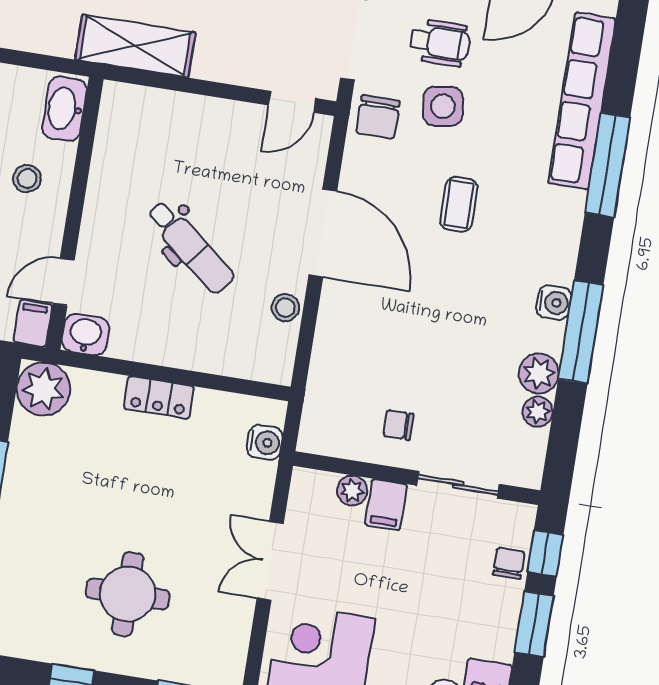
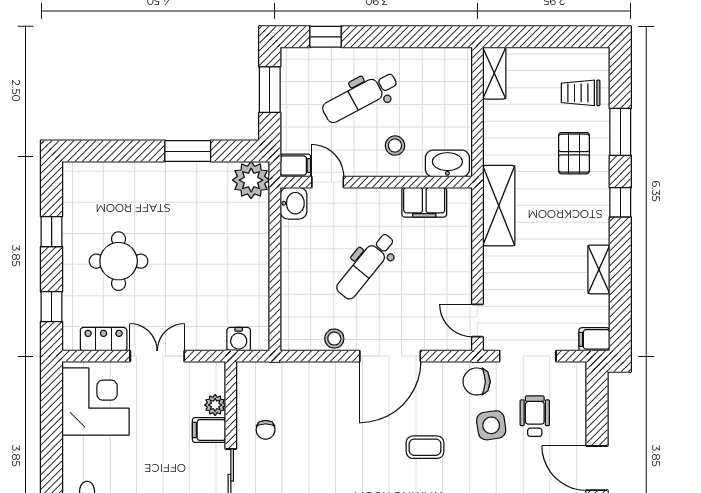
wheelchair: (440, 43) -> (535, 416), turned 180
filing cabinet: (114, 150) -> (424, 202), added
locker: (159, 398) -> (104, 339), moved, turned 90
chair: (398, 425) -> (266, 430), turned 180

